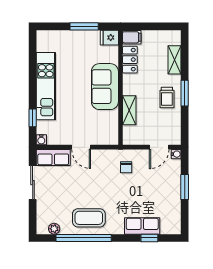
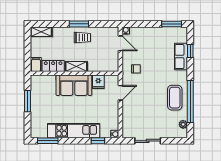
fridge: (109, 38) -> (98, 82), moved
window: (33, 53) -> (48, 141), added
shelving: (174, 60) -> (41, 32), moved
shelving: (129, 110) -> (76, 66), moved
door: (81, 147) -> (120, 93), moved
row of seats: (53, 157) -> (128, 125), removed
window: (185, 187) -> (172, 24), moved

